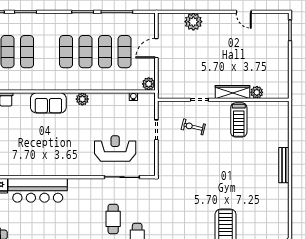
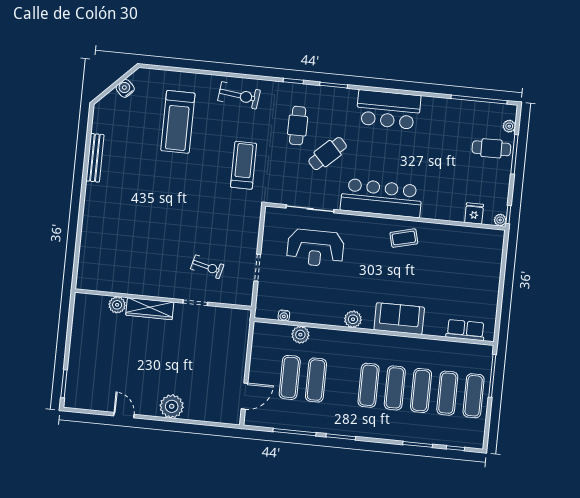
plant: (193, 22) -> (172, 406), moved
door: (156, 48) -> (245, 396), moved
exercise mat: (86, 52) -> (395, 388), moved
plant: (149, 84) -> (300, 335), moved
treadmill: (239, 120) -> (244, 165), moved
coffee table: (51, 162) -> (404, 238), added
bench: (284, 165) -> (95, 158), moved
bar counter: (38, 190) -> (381, 198), moved
cafe table: (113, 219) -> (328, 154), turned 47

